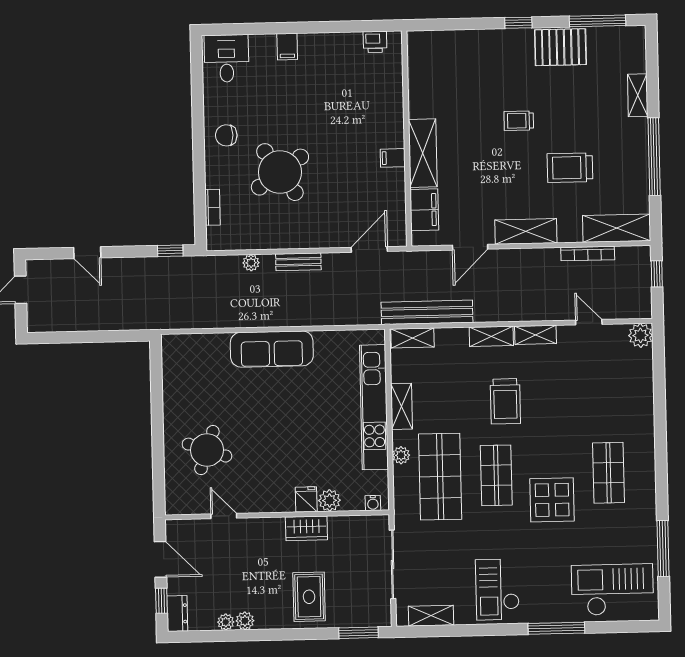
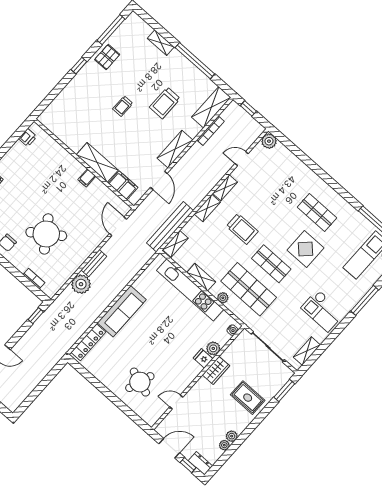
pallet: (560, 47) -> (107, 57), width x0.67, depth x0.71
plant: (251, 263) -> (81, 284), width x1.88, depth x1.88
locker: (197, 344) -> (88, 342), added

